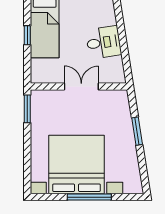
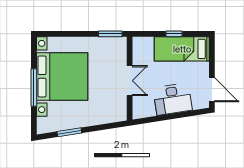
desk: (104, 42) -> (173, 99), width x1.37
window: (137, 131) -> (69, 132), moved

